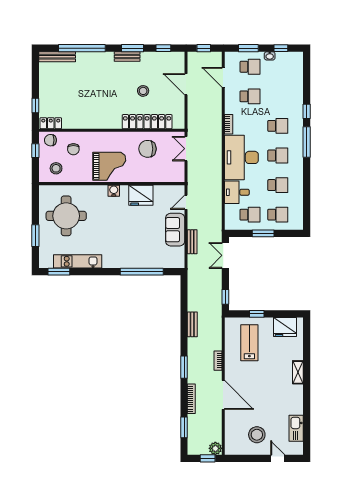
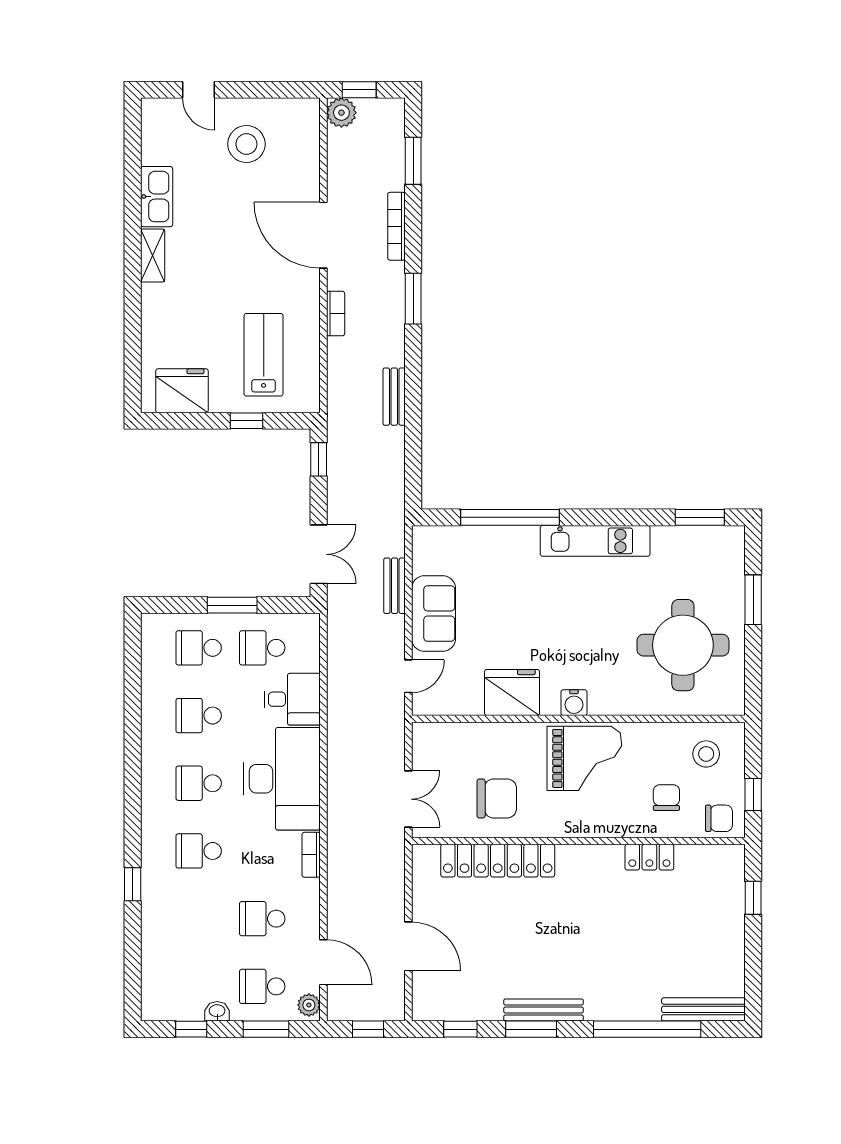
bench: (127, 56) -> (544, 1010), width x1.36
plant: (230, 59) -> (309, 1005), added
stool: (143, 91) -> (507, 931), removed
locker: (51, 123) -> (649, 857), moved
window: (307, 142) -> (133, 814), removed
grand piano: (109, 166) -> (584, 758), turned 180
kitchen unit: (78, 261) -> (595, 541), moved
lab bench: (249, 343) -> (264, 355), turned 180
shelving: (298, 372) -> (153, 256), moved
kitchen sink: (296, 428) -> (157, 197), moved

